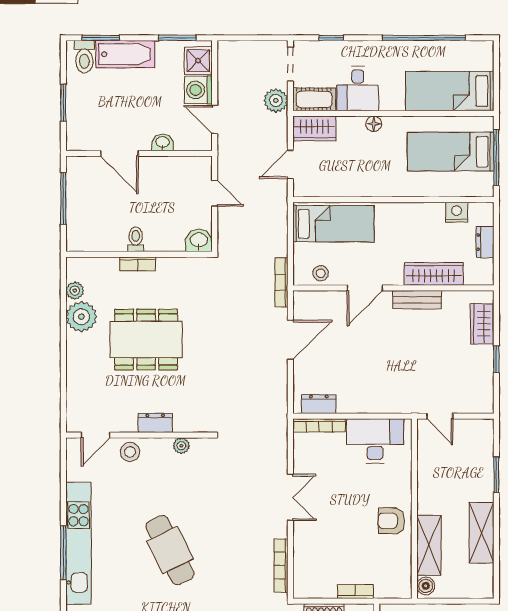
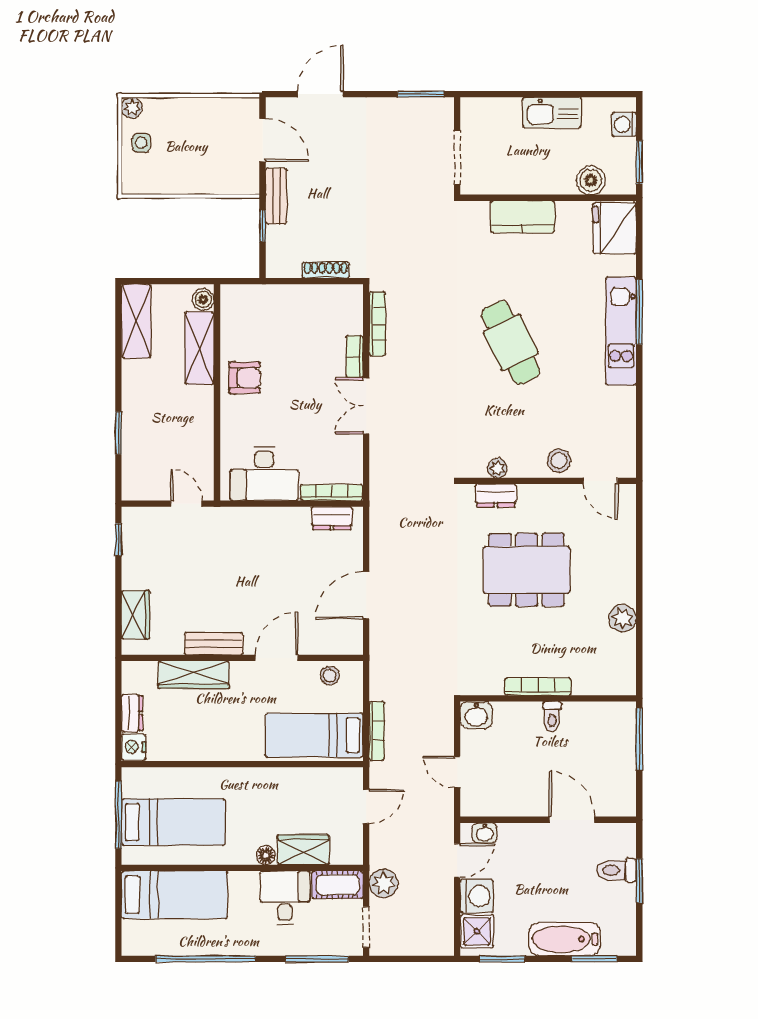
window: (331, 38) -> (317, 959), width x2.17
toilet: (84, 57) -> (617, 870), moved, turned -90
door: (215, 119) -> (457, 861), hinge flipped
wardrobe: (314, 128) -> (303, 850), moved
washbasin: (162, 142) -> (485, 833), moved
window: (63, 198) -> (639, 739), moved
nightstand: (457, 212) -> (133, 747), moved, turned 90
bookcase: (138, 264) -> (538, 687), width x1.56
bookcase: (281, 282) -> (377, 731), moved
plant: (75, 291) -> (625, 655), removed
plant: (81, 317) -> (623, 618), width x0.73, depth x0.73
dining table: (146, 340) -> (527, 570), moved
window: (496, 359) -> (118, 539), moved
dresser: (155, 423) -> (496, 496), moved
door: (96, 435) -> (600, 481), swing flipped
shelving: (482, 533) -> (136, 321), moved
kitchen unit: (78, 543) -> (621, 331), width x0.73
window: (63, 553) -> (639, 312), moved
bookcase: (355, 591) -> (355, 357), moved, turned 90

